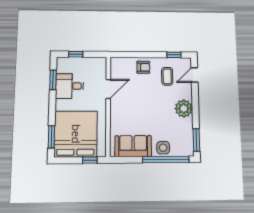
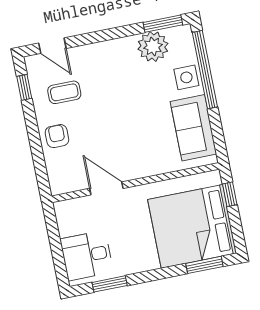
window: (76, 54) -> (58, 256), removed
desk: (70, 86) -> (87, 256), moved, turned 90
plant: (184, 109) -> (153, 46), moved

